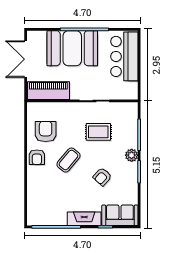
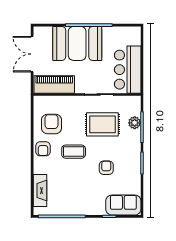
bar counter: (124, 56) -> (128, 70), moved
rug: (98, 132) -> (102, 124), width x1.36, depth x1.43
plant: (132, 155) -> (135, 123), moved
coffee table: (68, 160) -> (74, 152), turned 50
armchair: (102, 177) -> (106, 168), turned 138
fireplace: (84, 219) -> (40, 191), moved, turned 90

